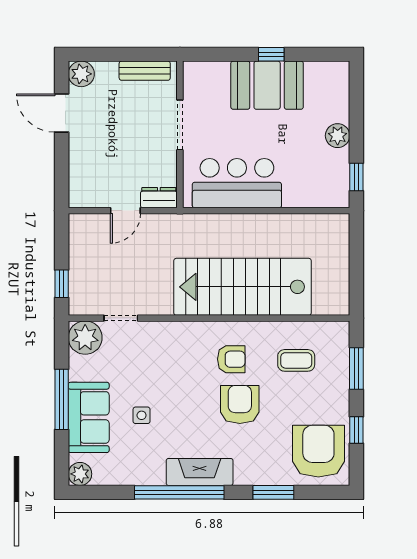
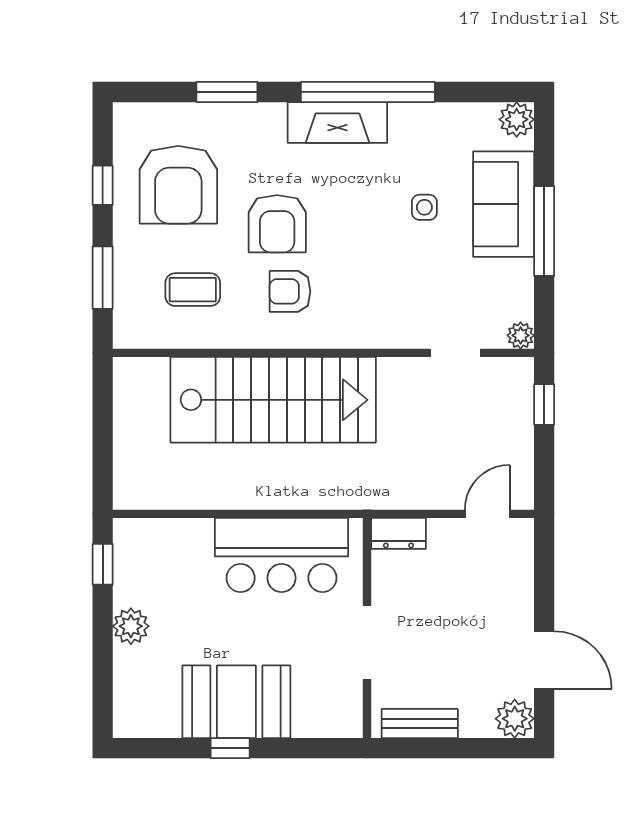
door: (125, 211) -> (487, 514), moved
plant: (85, 338) -> (521, 335), width x0.53, depth x0.53
armchair: (318, 451) -> (178, 185), moved

